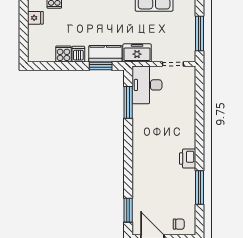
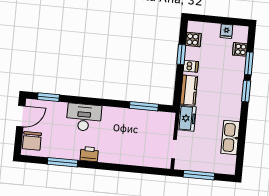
cooker: (63, 54) -> (193, 39), moved
window: (101, 66) -> (181, 55), moved
desk: (147, 85) -> (84, 117), moved
chair: (179, 224) -> (32, 141), width x1.87, depth x1.87

